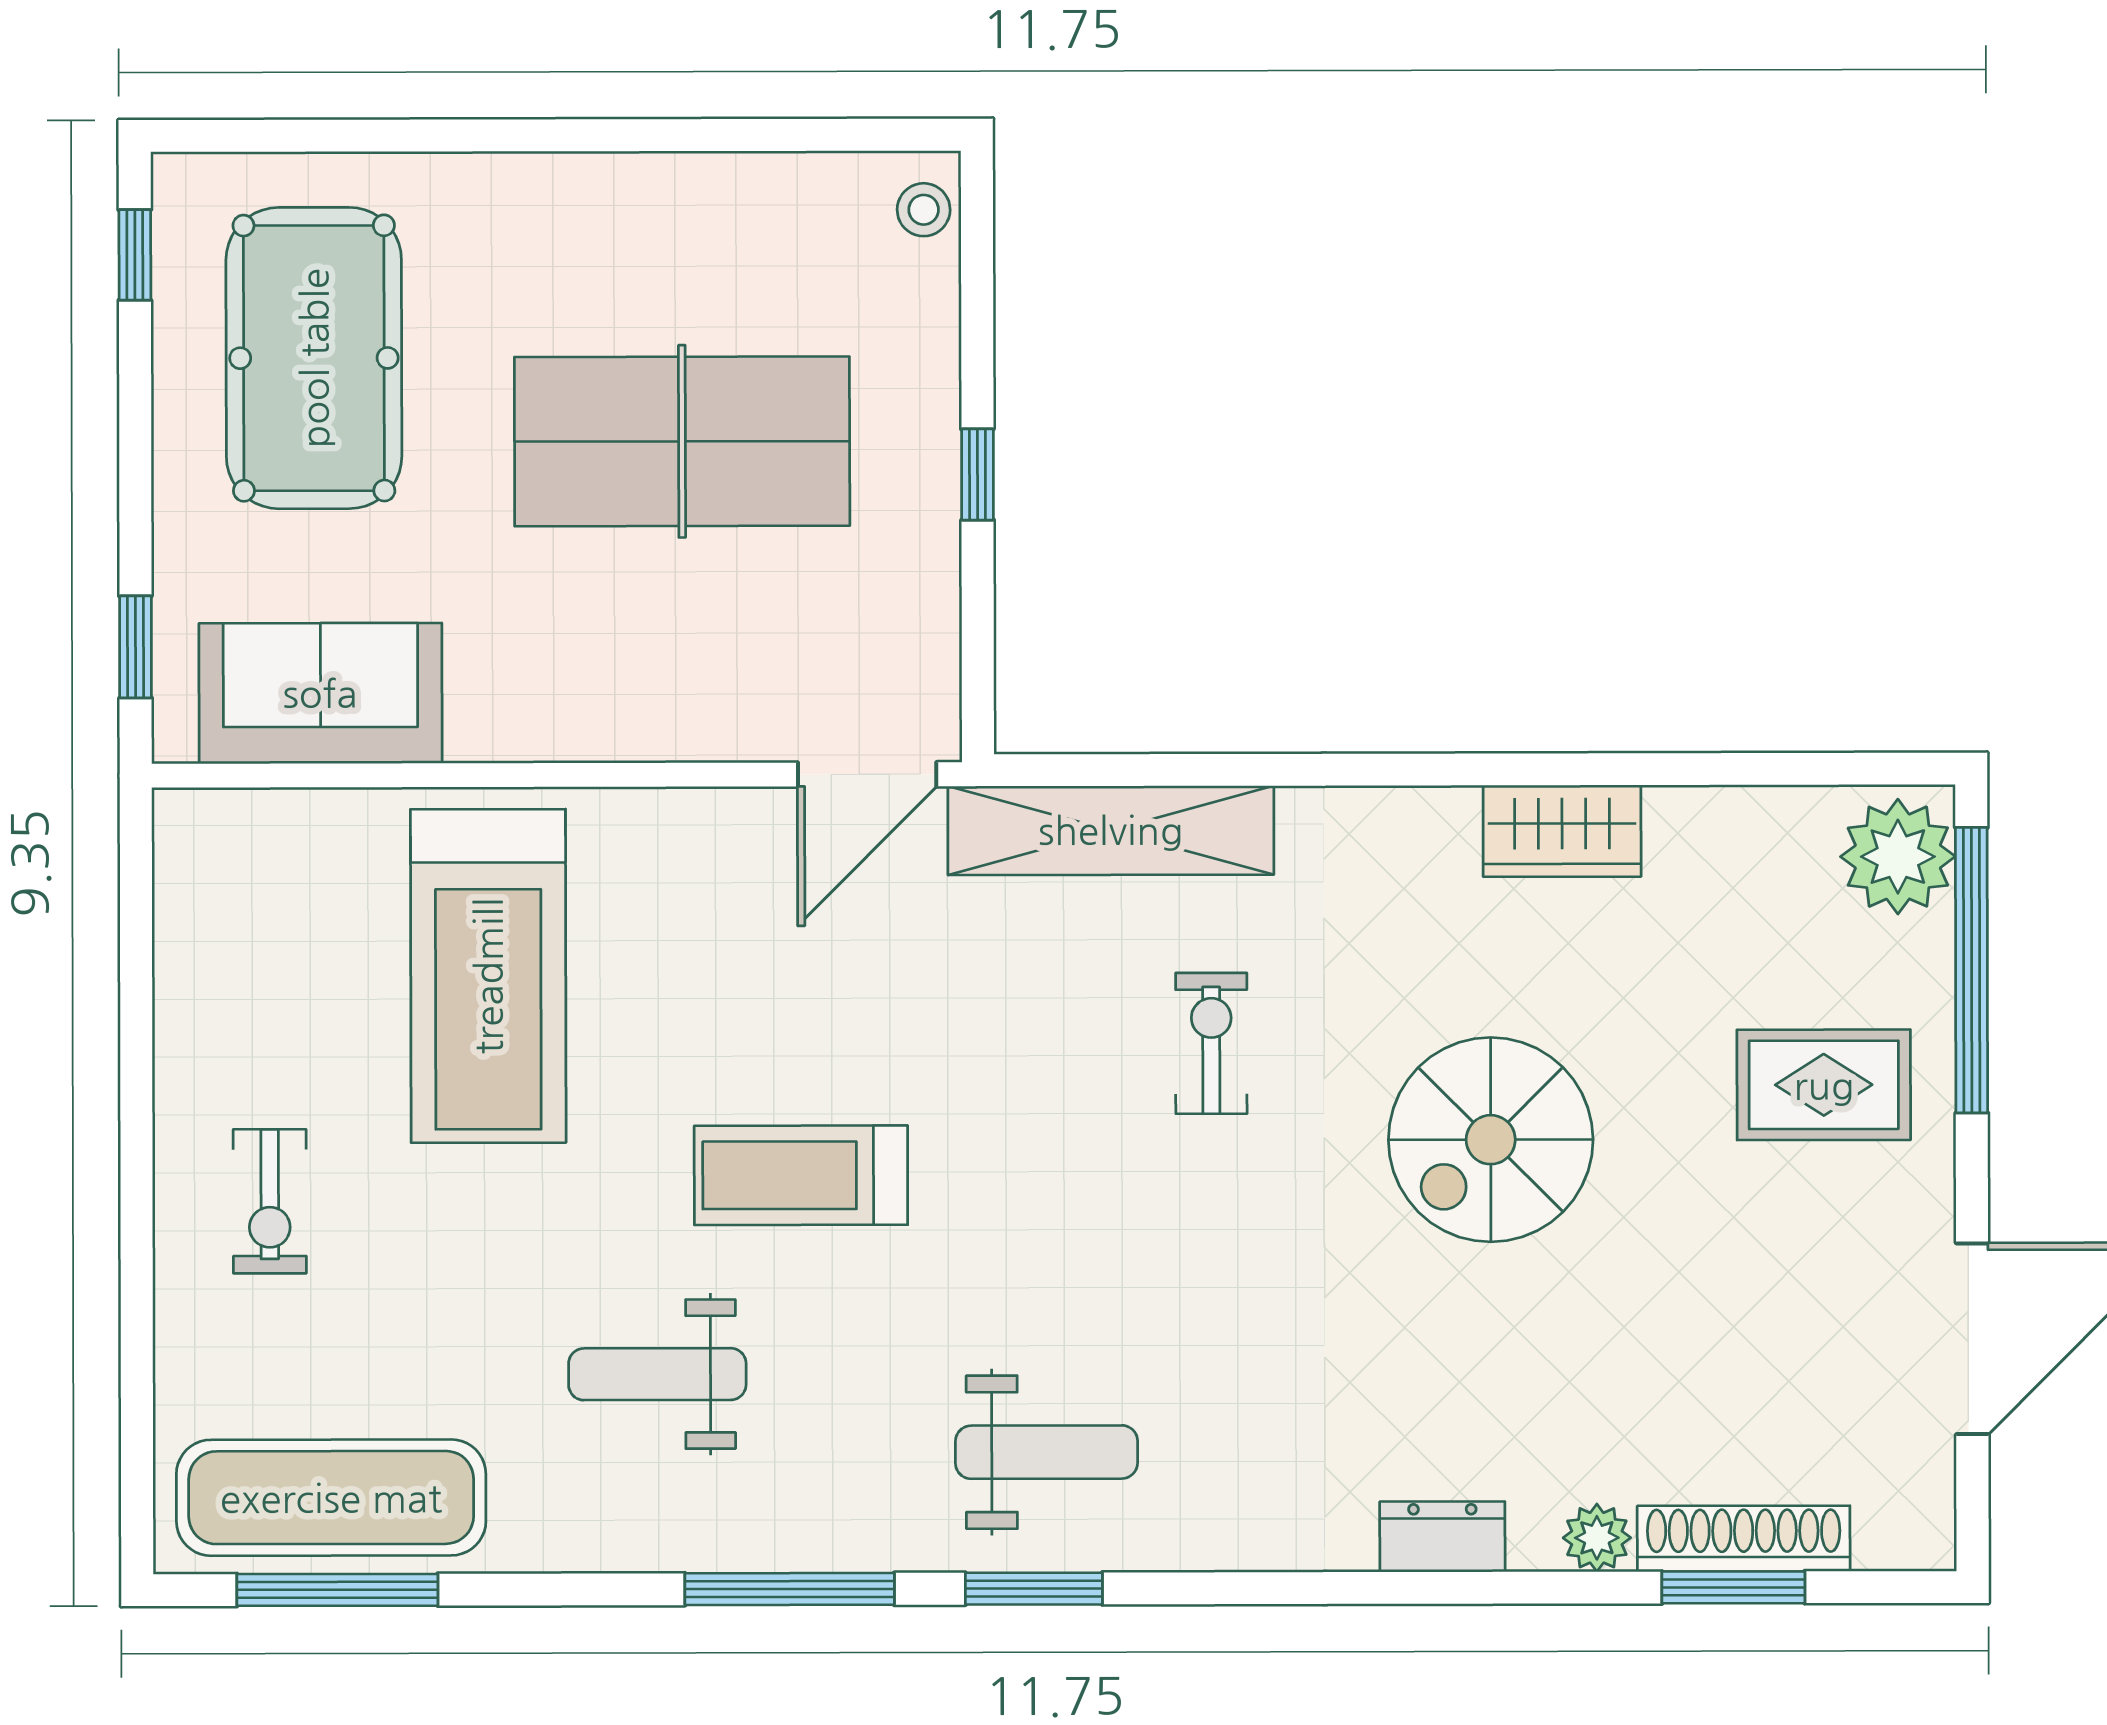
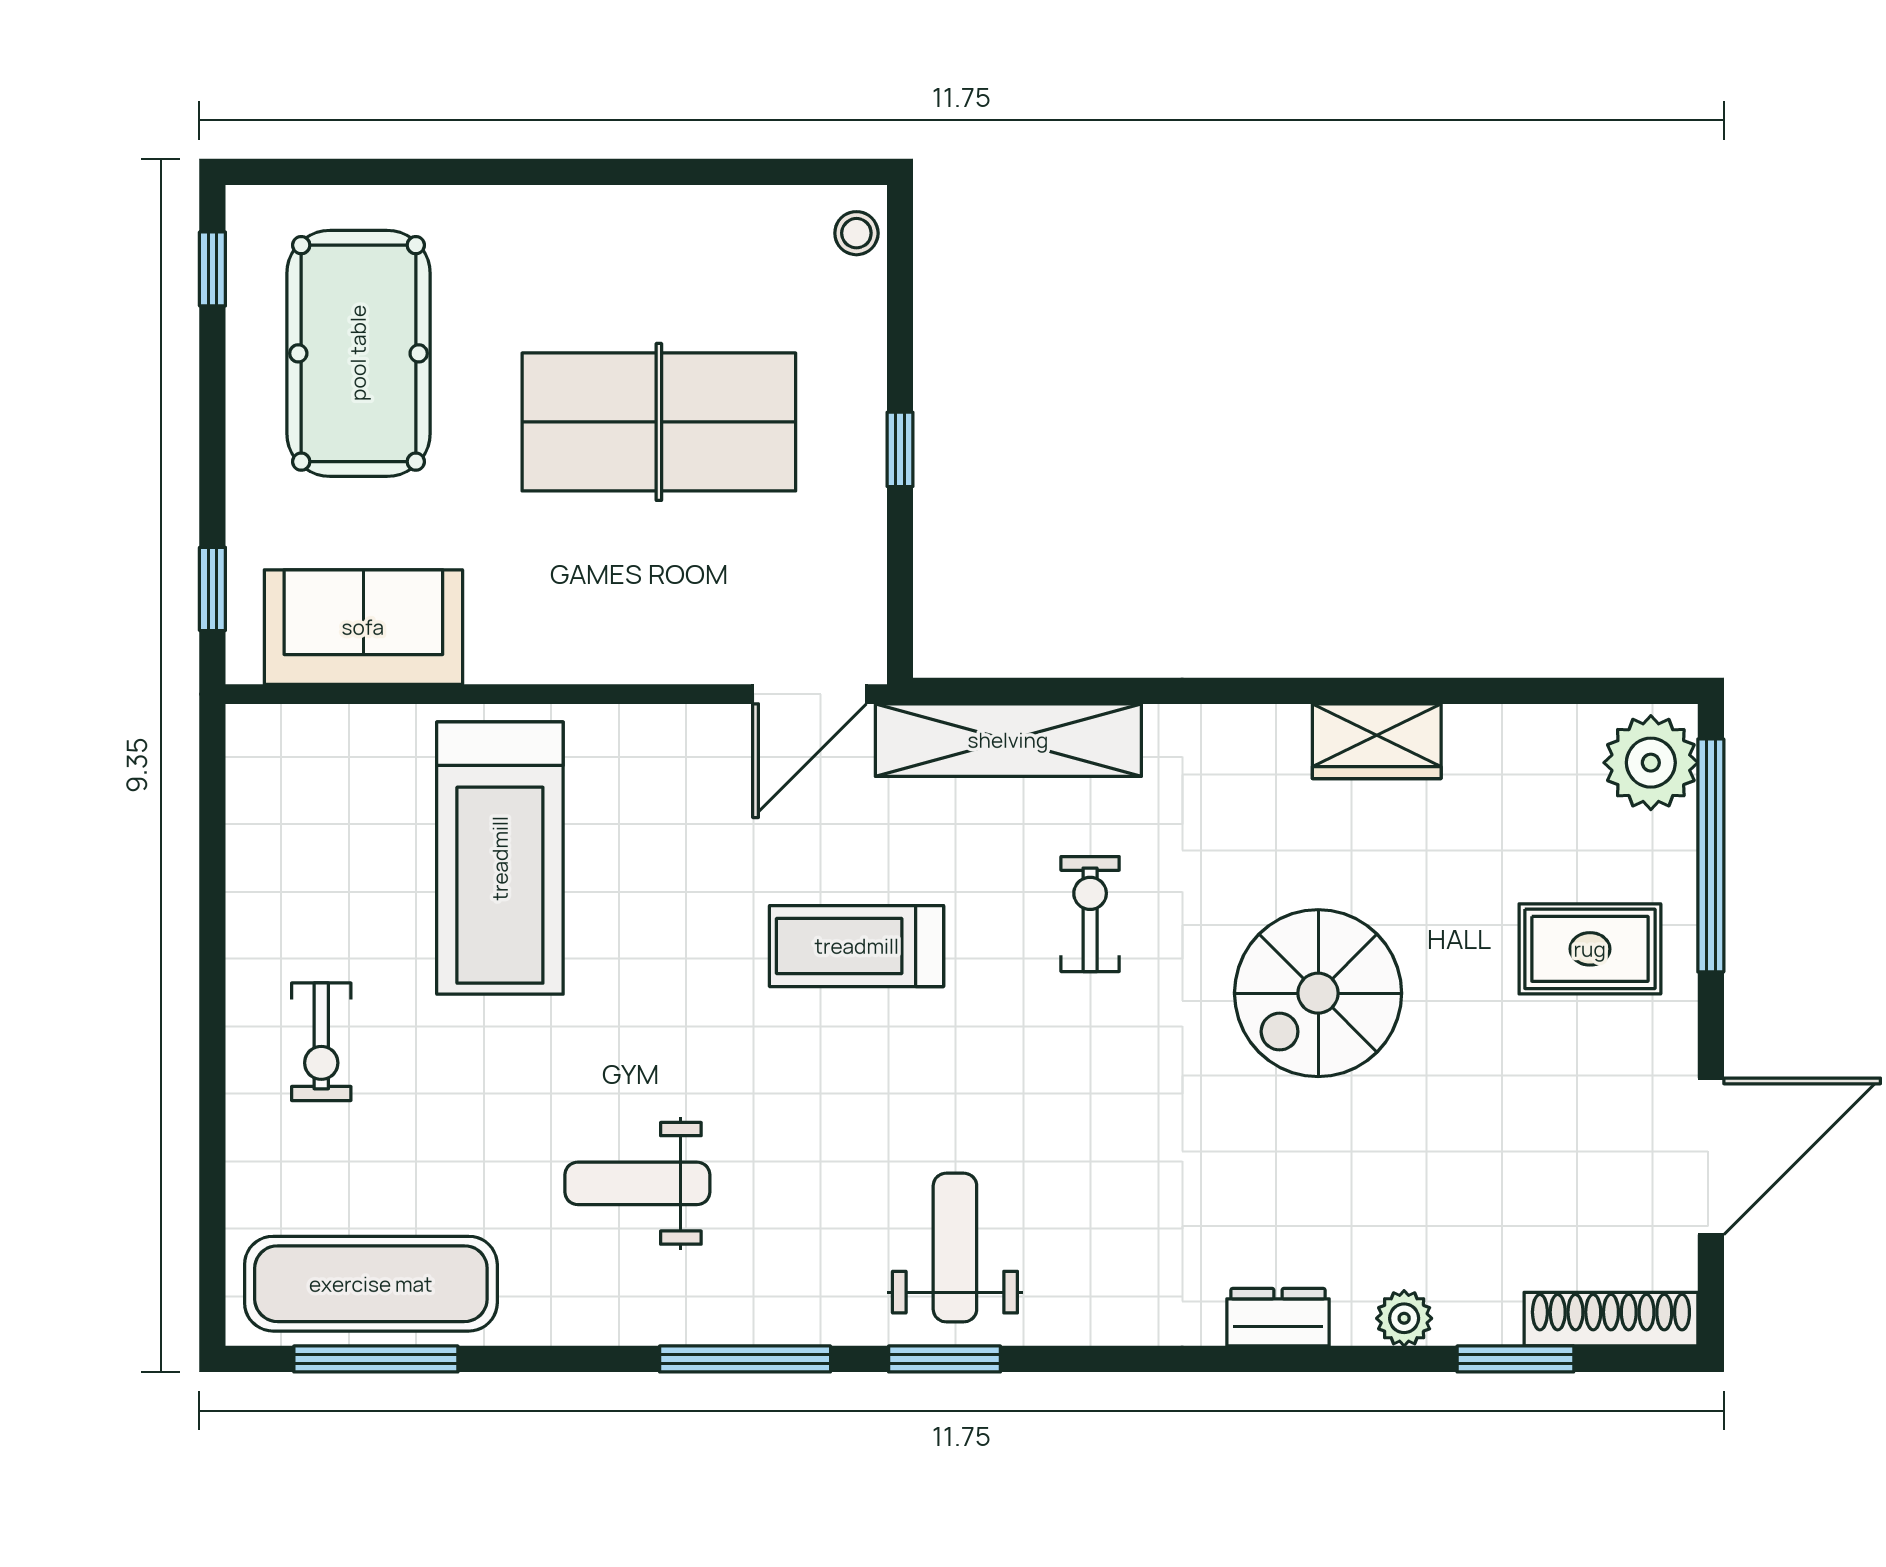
treadmill: (801, 1175) -> (857, 946), moved
weight bench: (1046, 1452) -> (955, 1248), turned -90
shoe rack: (1744, 1539) -> (1611, 1319), moved

